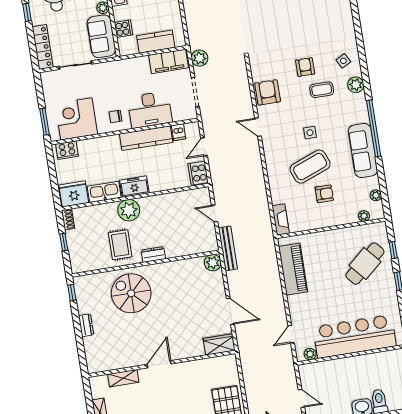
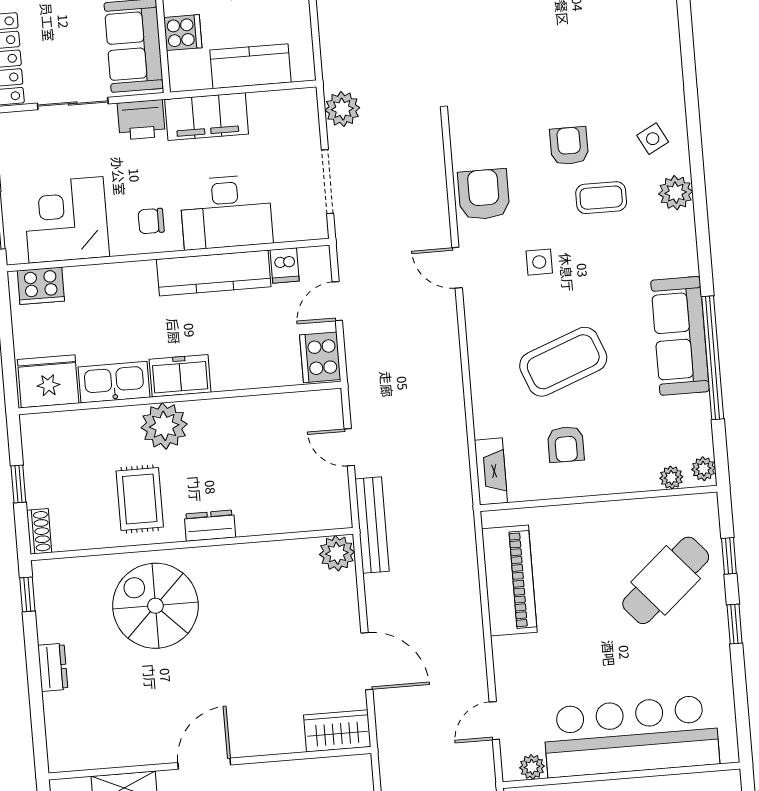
filing cabinet: (169, 61) -> (207, 117), moved
printer: (107, 70) -> (141, 120), added
window: (374, 128) -> (713, 358), moved
side table: (310, 133) -> (539, 262), moved
armchair: (324, 194) -> (566, 444), moved, turned 90
plant: (376, 195) -> (704, 469), moved
shoe rack: (68, 219) -> (39, 531), moved

